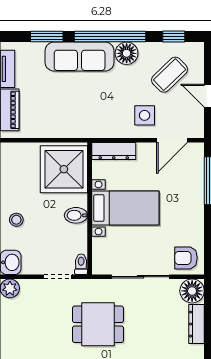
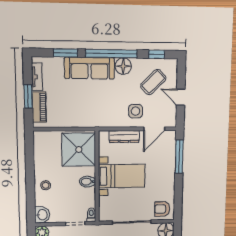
dresser: (114, 151) -> (124, 136), moved

